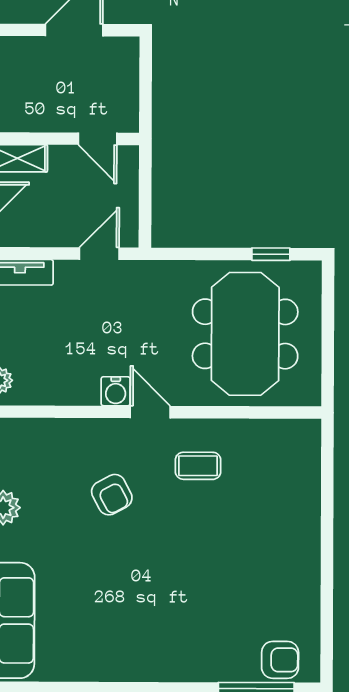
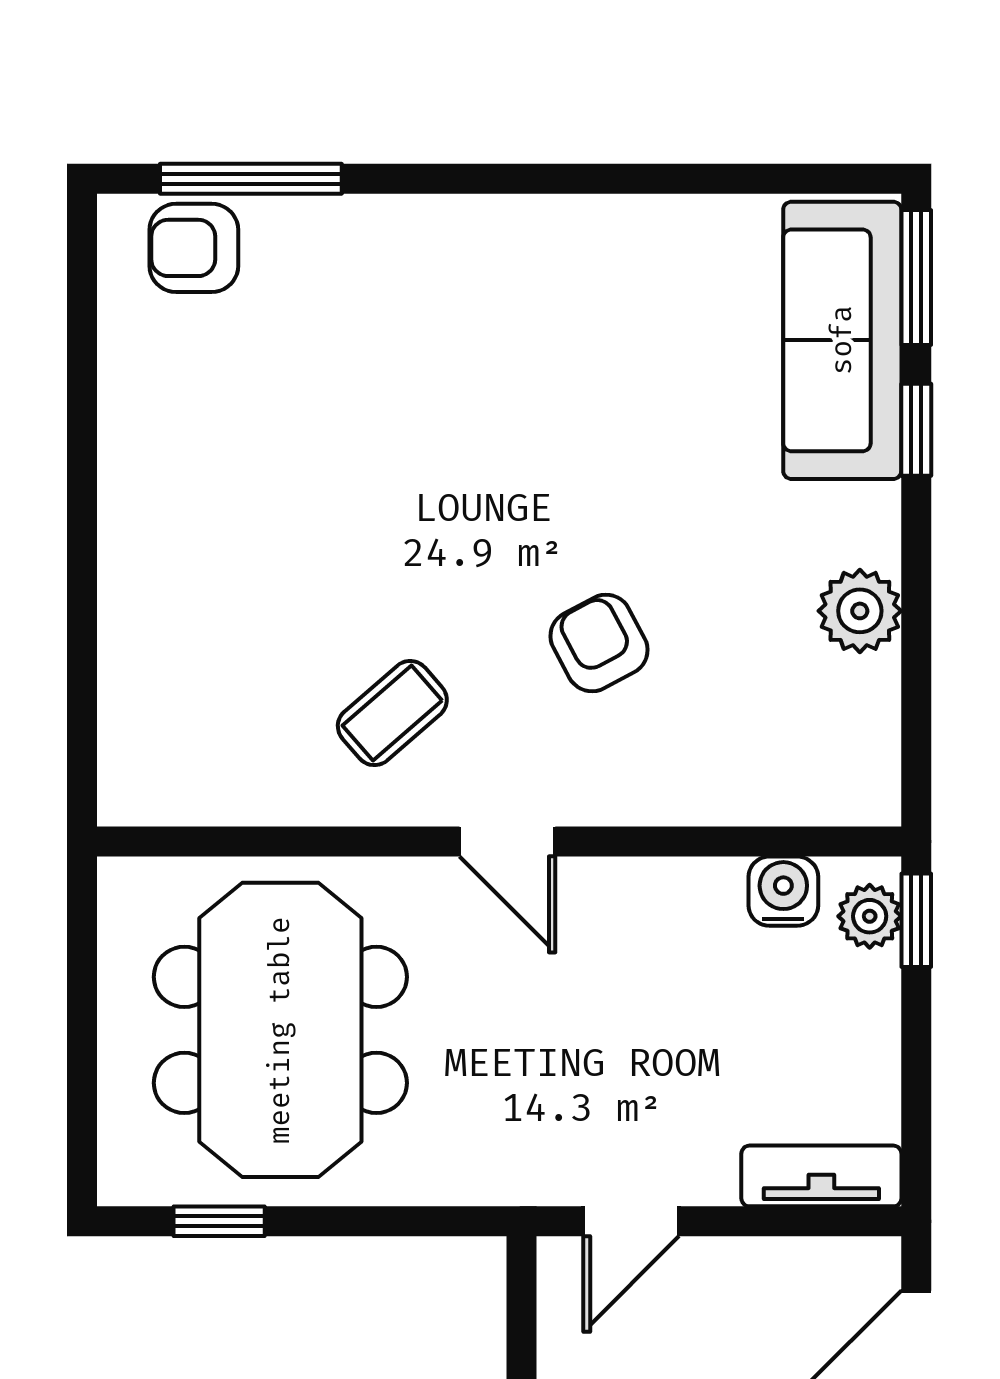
water cooler: (116, 391) -> (783, 891), moved
coffee table: (198, 466) -> (392, 713), turned -41

